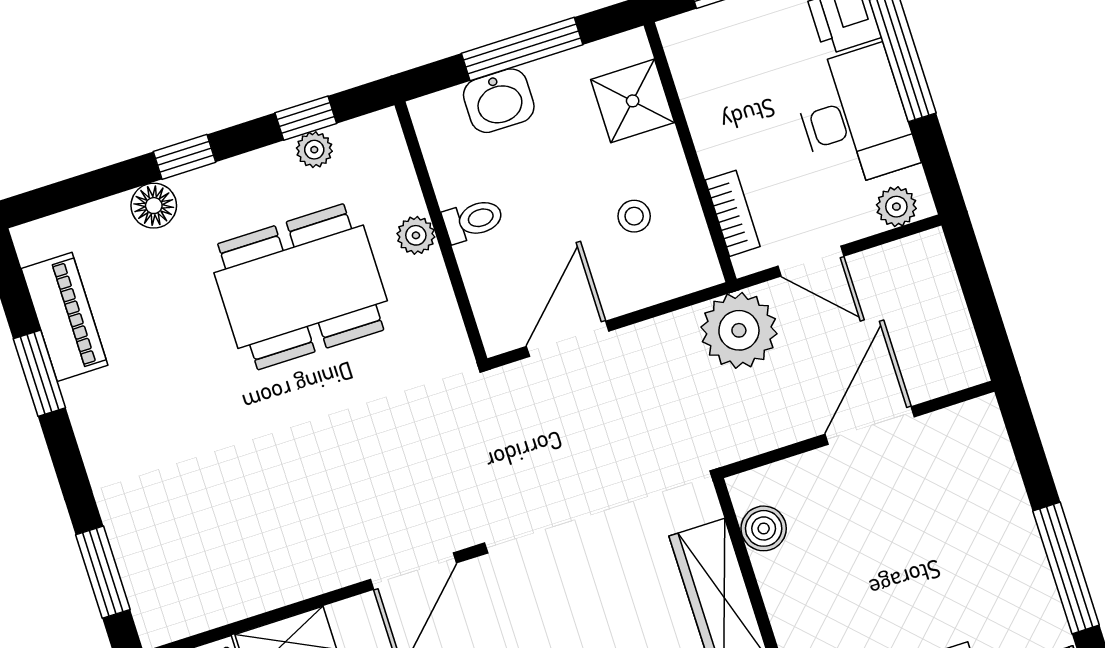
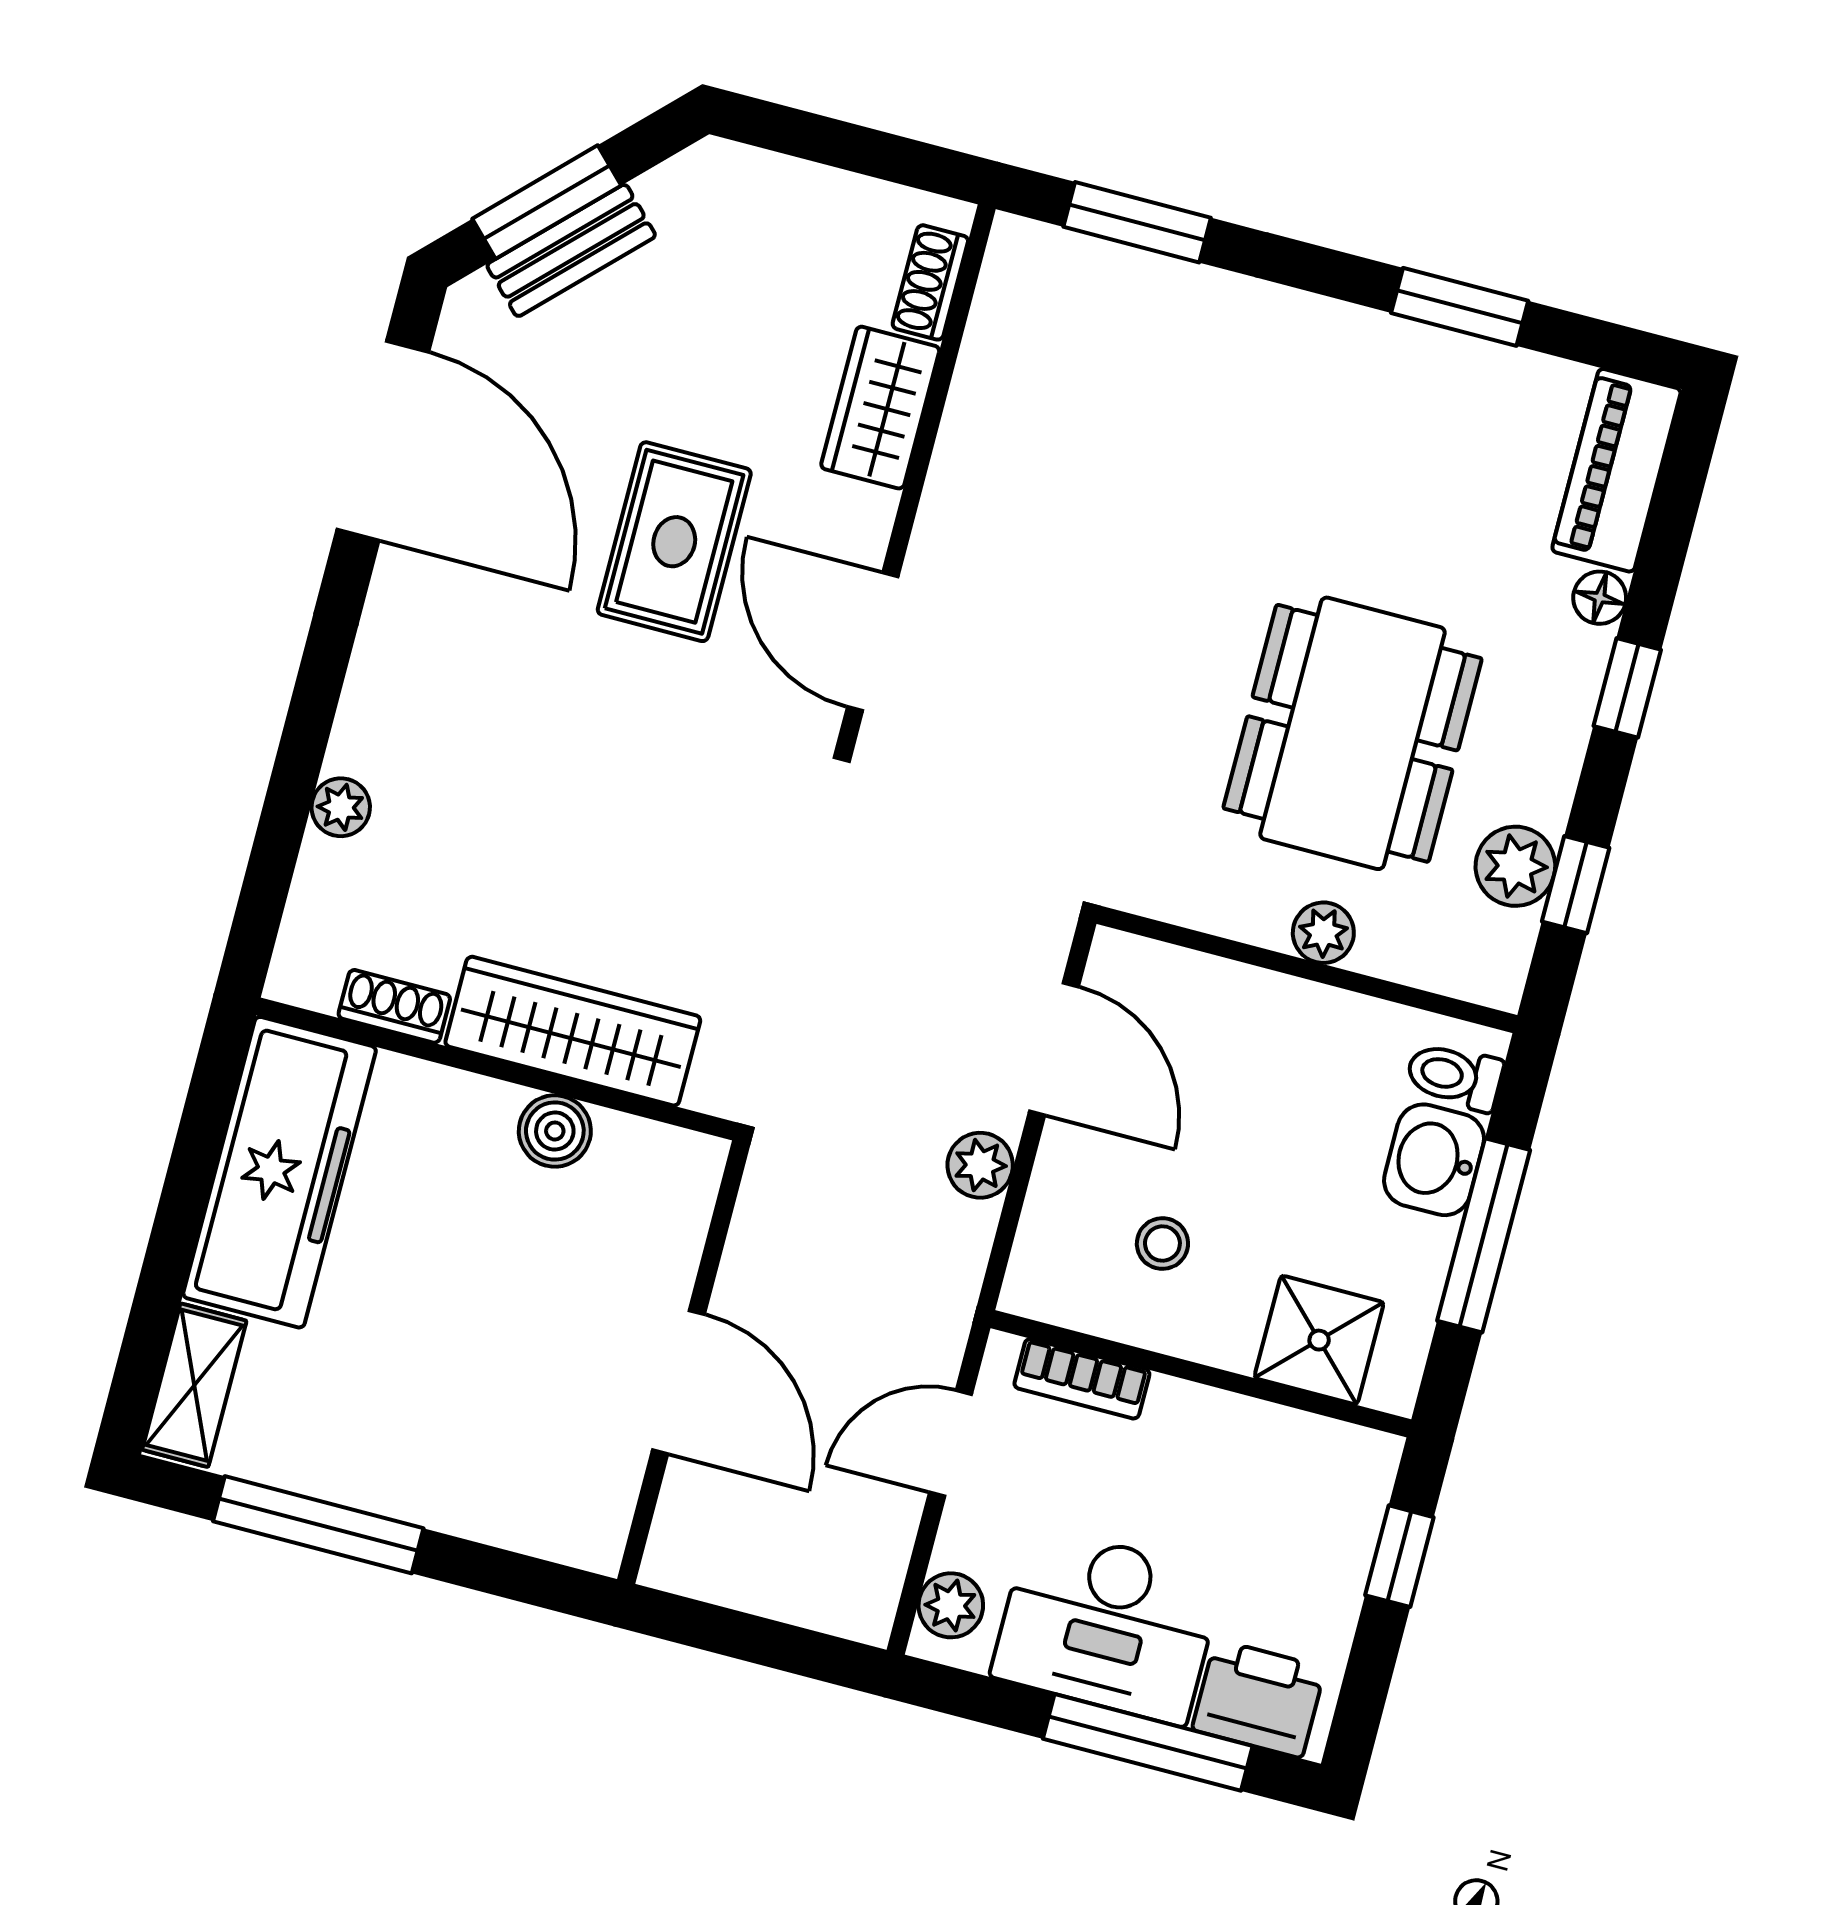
plant: (314, 150) -> (1515, 866), width x1.38, depth x1.38
floor lamp: (154, 206) -> (1600, 598), width x0.73, depth x0.73
toilet: (473, 220) -> (1454, 1076), moved, turned 90
piano: (65, 317) -> (1616, 470), moved, turned 90
plant: (739, 330) -> (980, 1165), moved, width x0.53, depth x0.53
boiler: (764, 528) -> (555, 1131), moved

